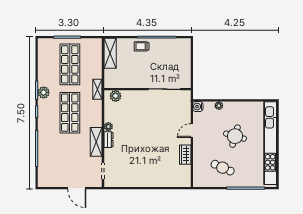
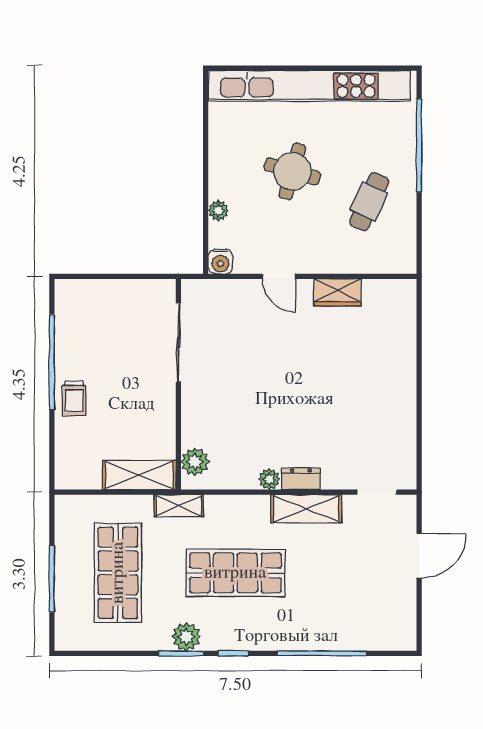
shelving: (110, 53) -> (139, 475), moved
shop shelf: (70, 64) -> (118, 573), turned 90

